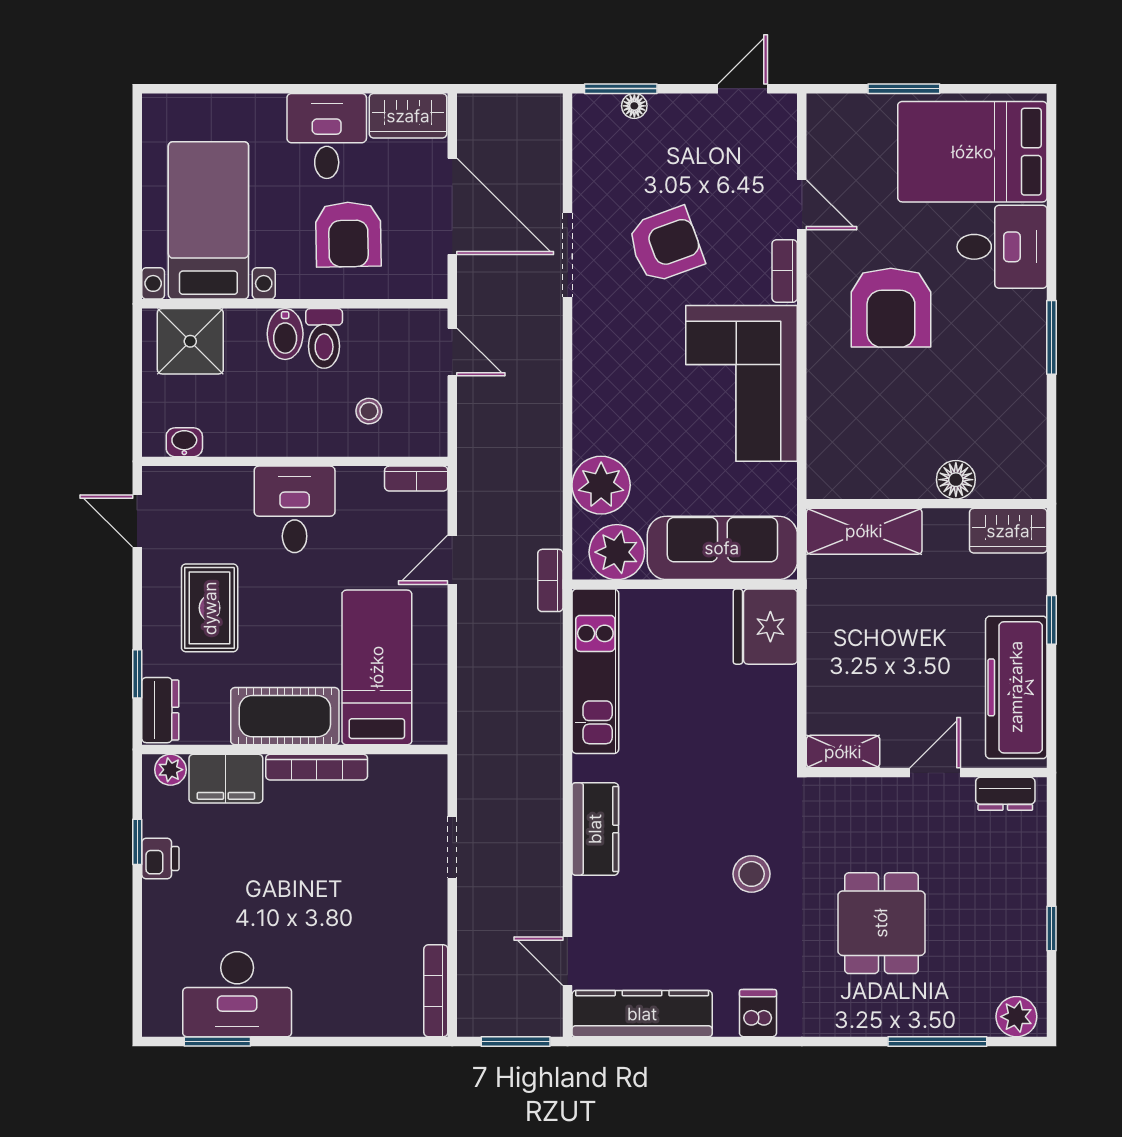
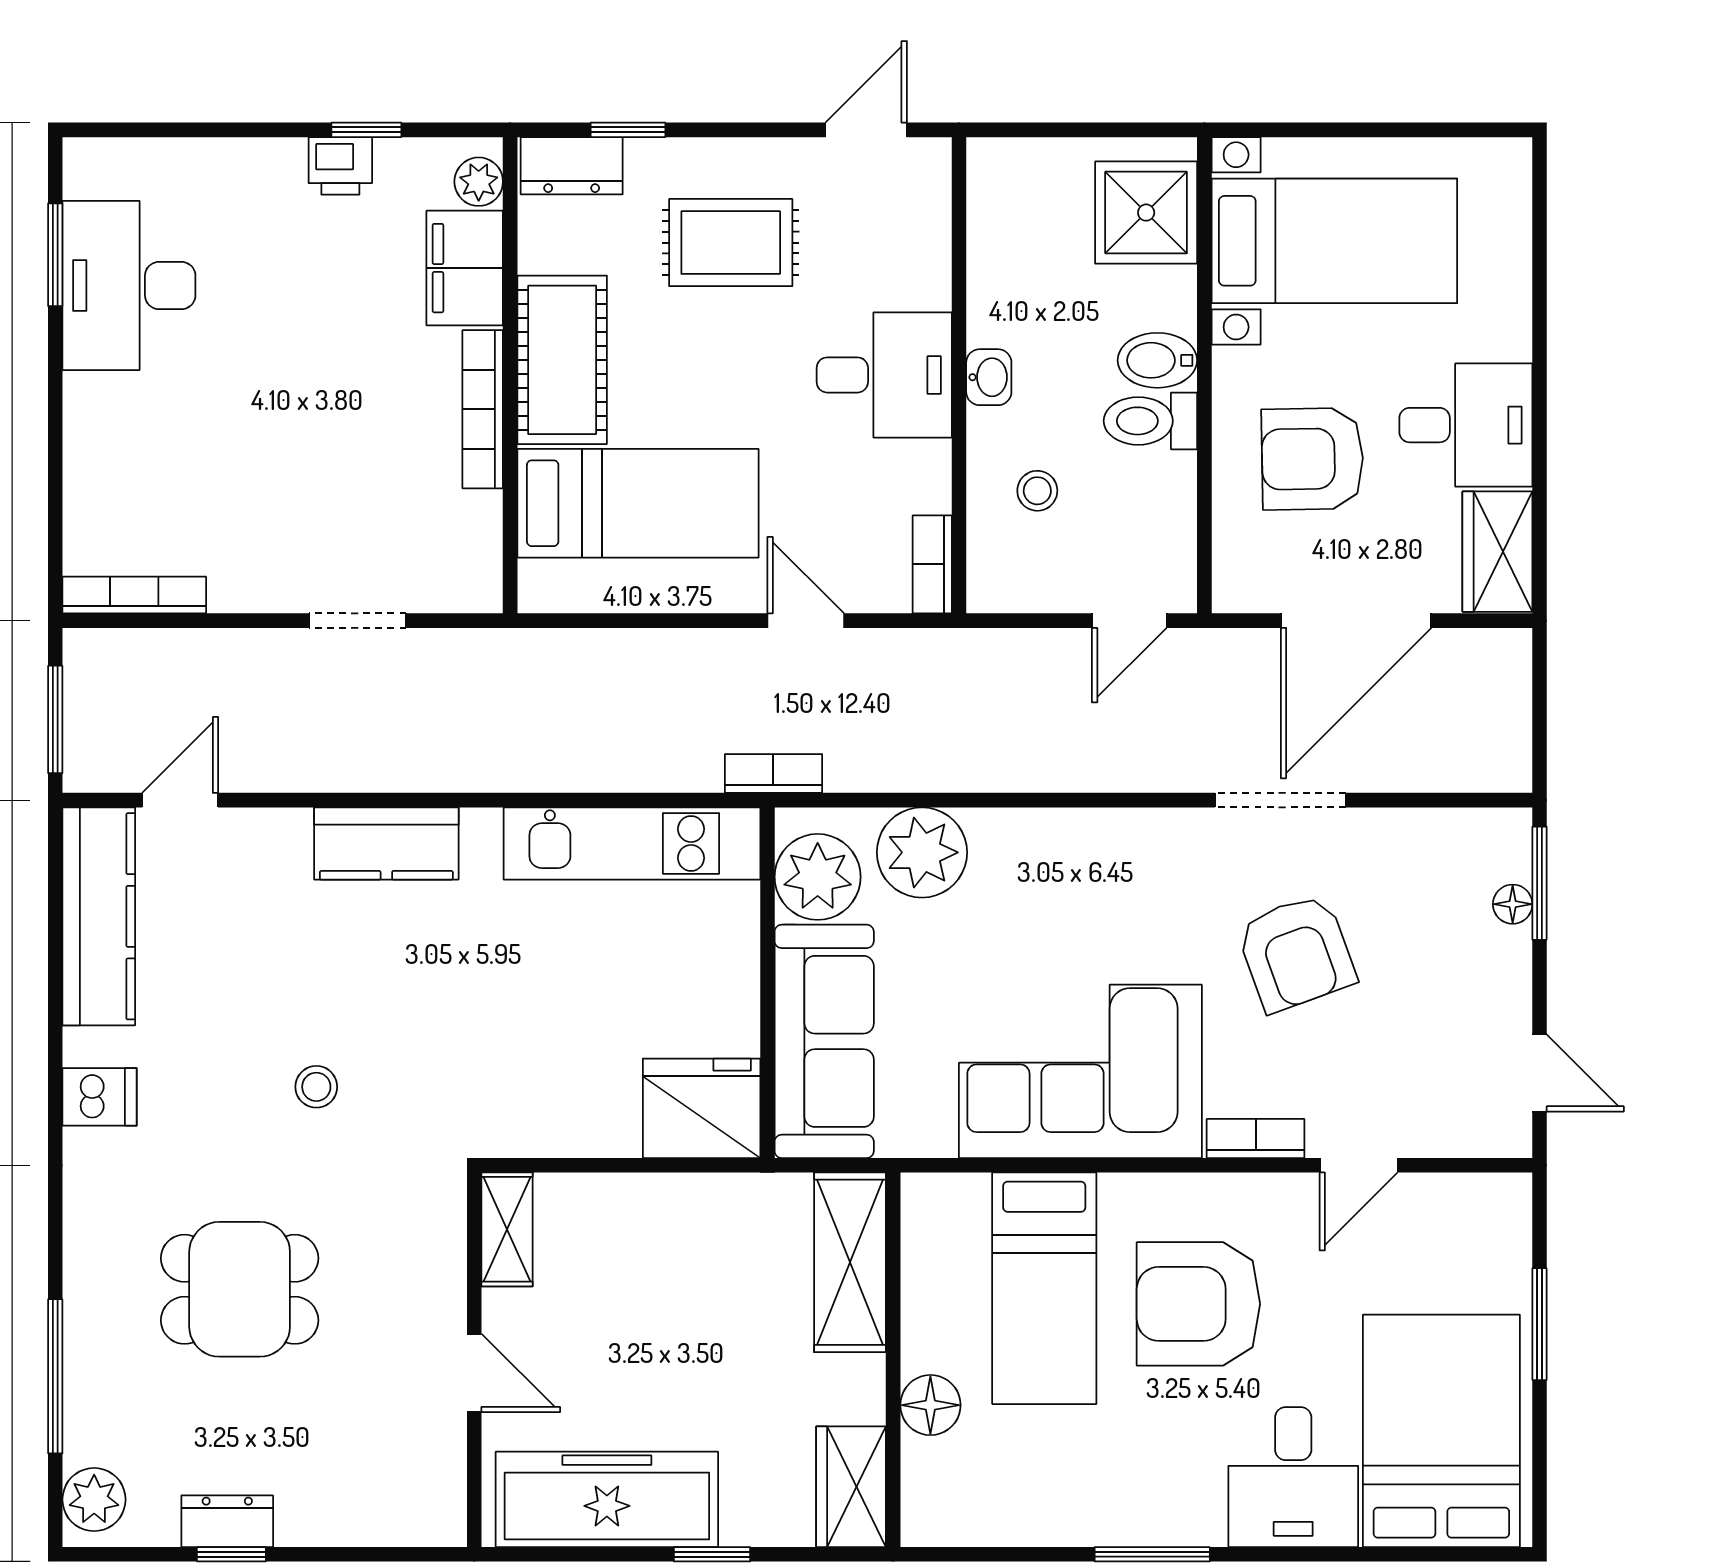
bed: (881, 407) -> (1044, 1288), added
washbasin: (184, 442) -> (989, 377), moved
dresser: (1005, 794) -> (227, 1521), moved, turned 90
stool: (752, 874) -> (316, 1087), width x0.73, depth x0.73

